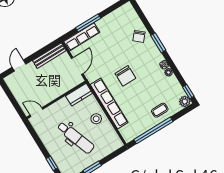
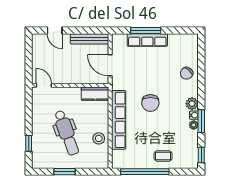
row of seats: (82, 37) -> (147, 40), moved
window: (158, 43) -> (201, 121), moved
door: (19, 66) -> (55, 30), swing flipped
door: (77, 66) -> (110, 65), swing flipped
plant: (185, 101) -> (192, 104), moved
stool: (96, 119) -> (99, 138), moved

